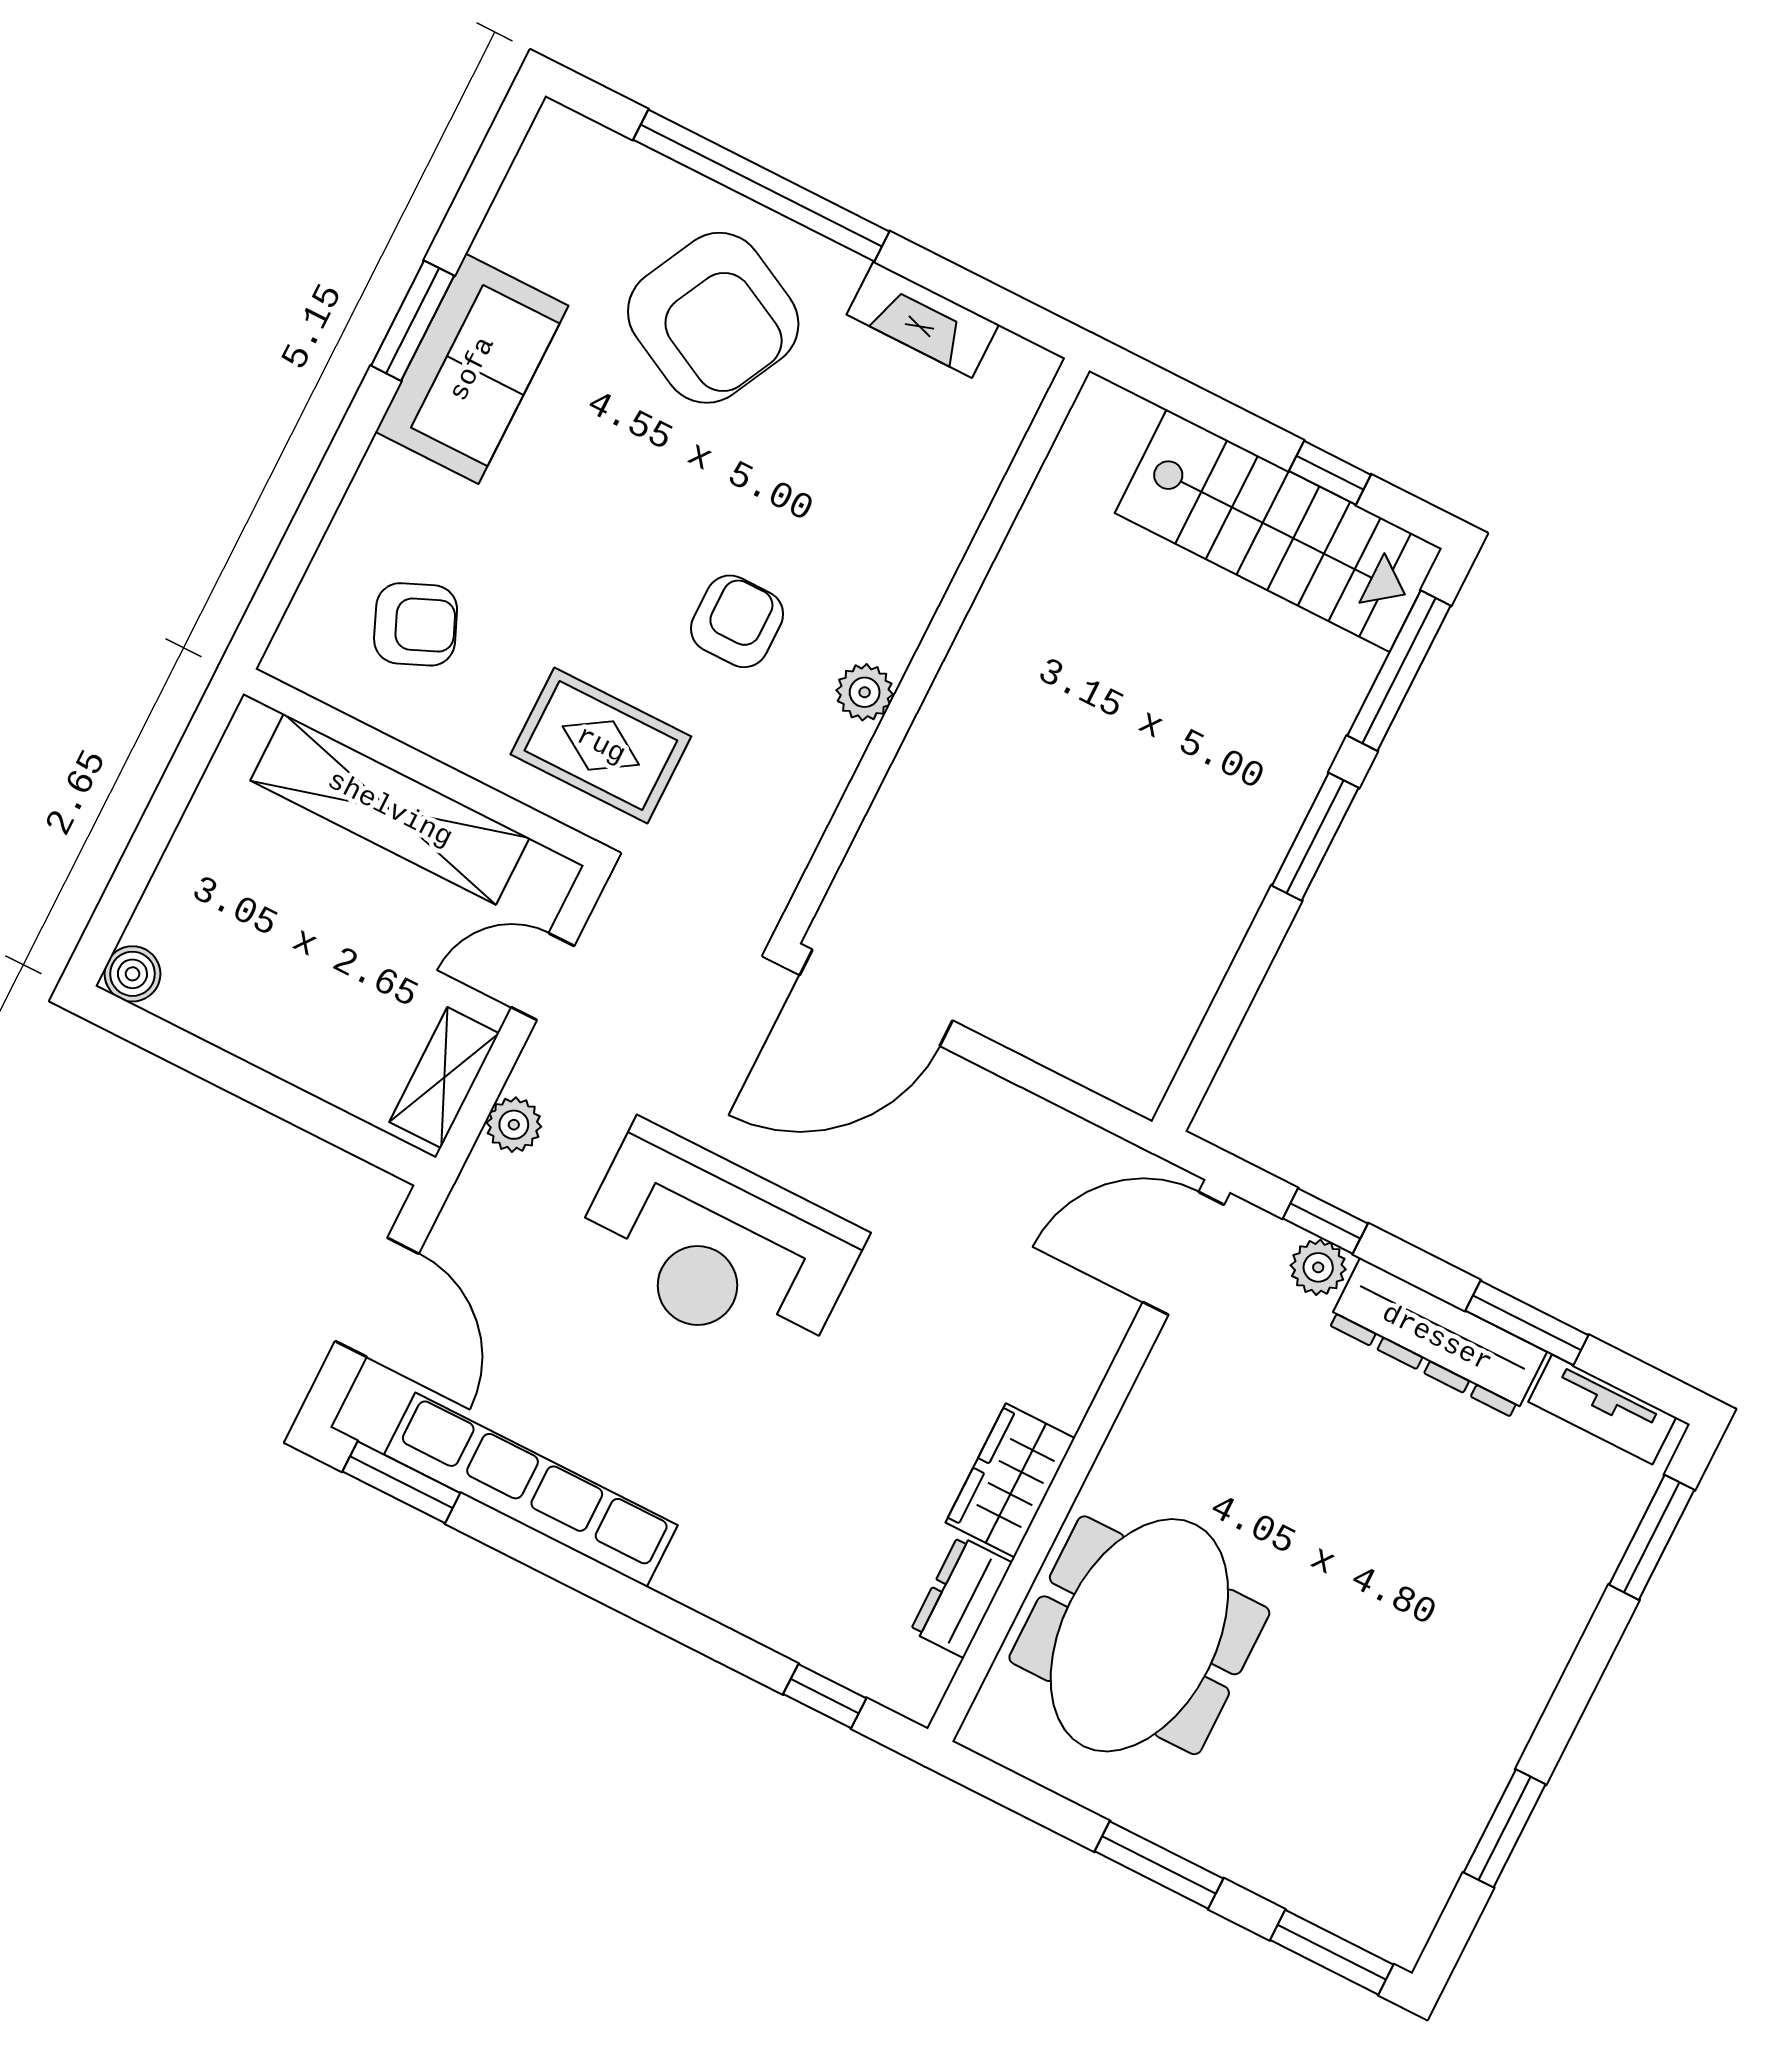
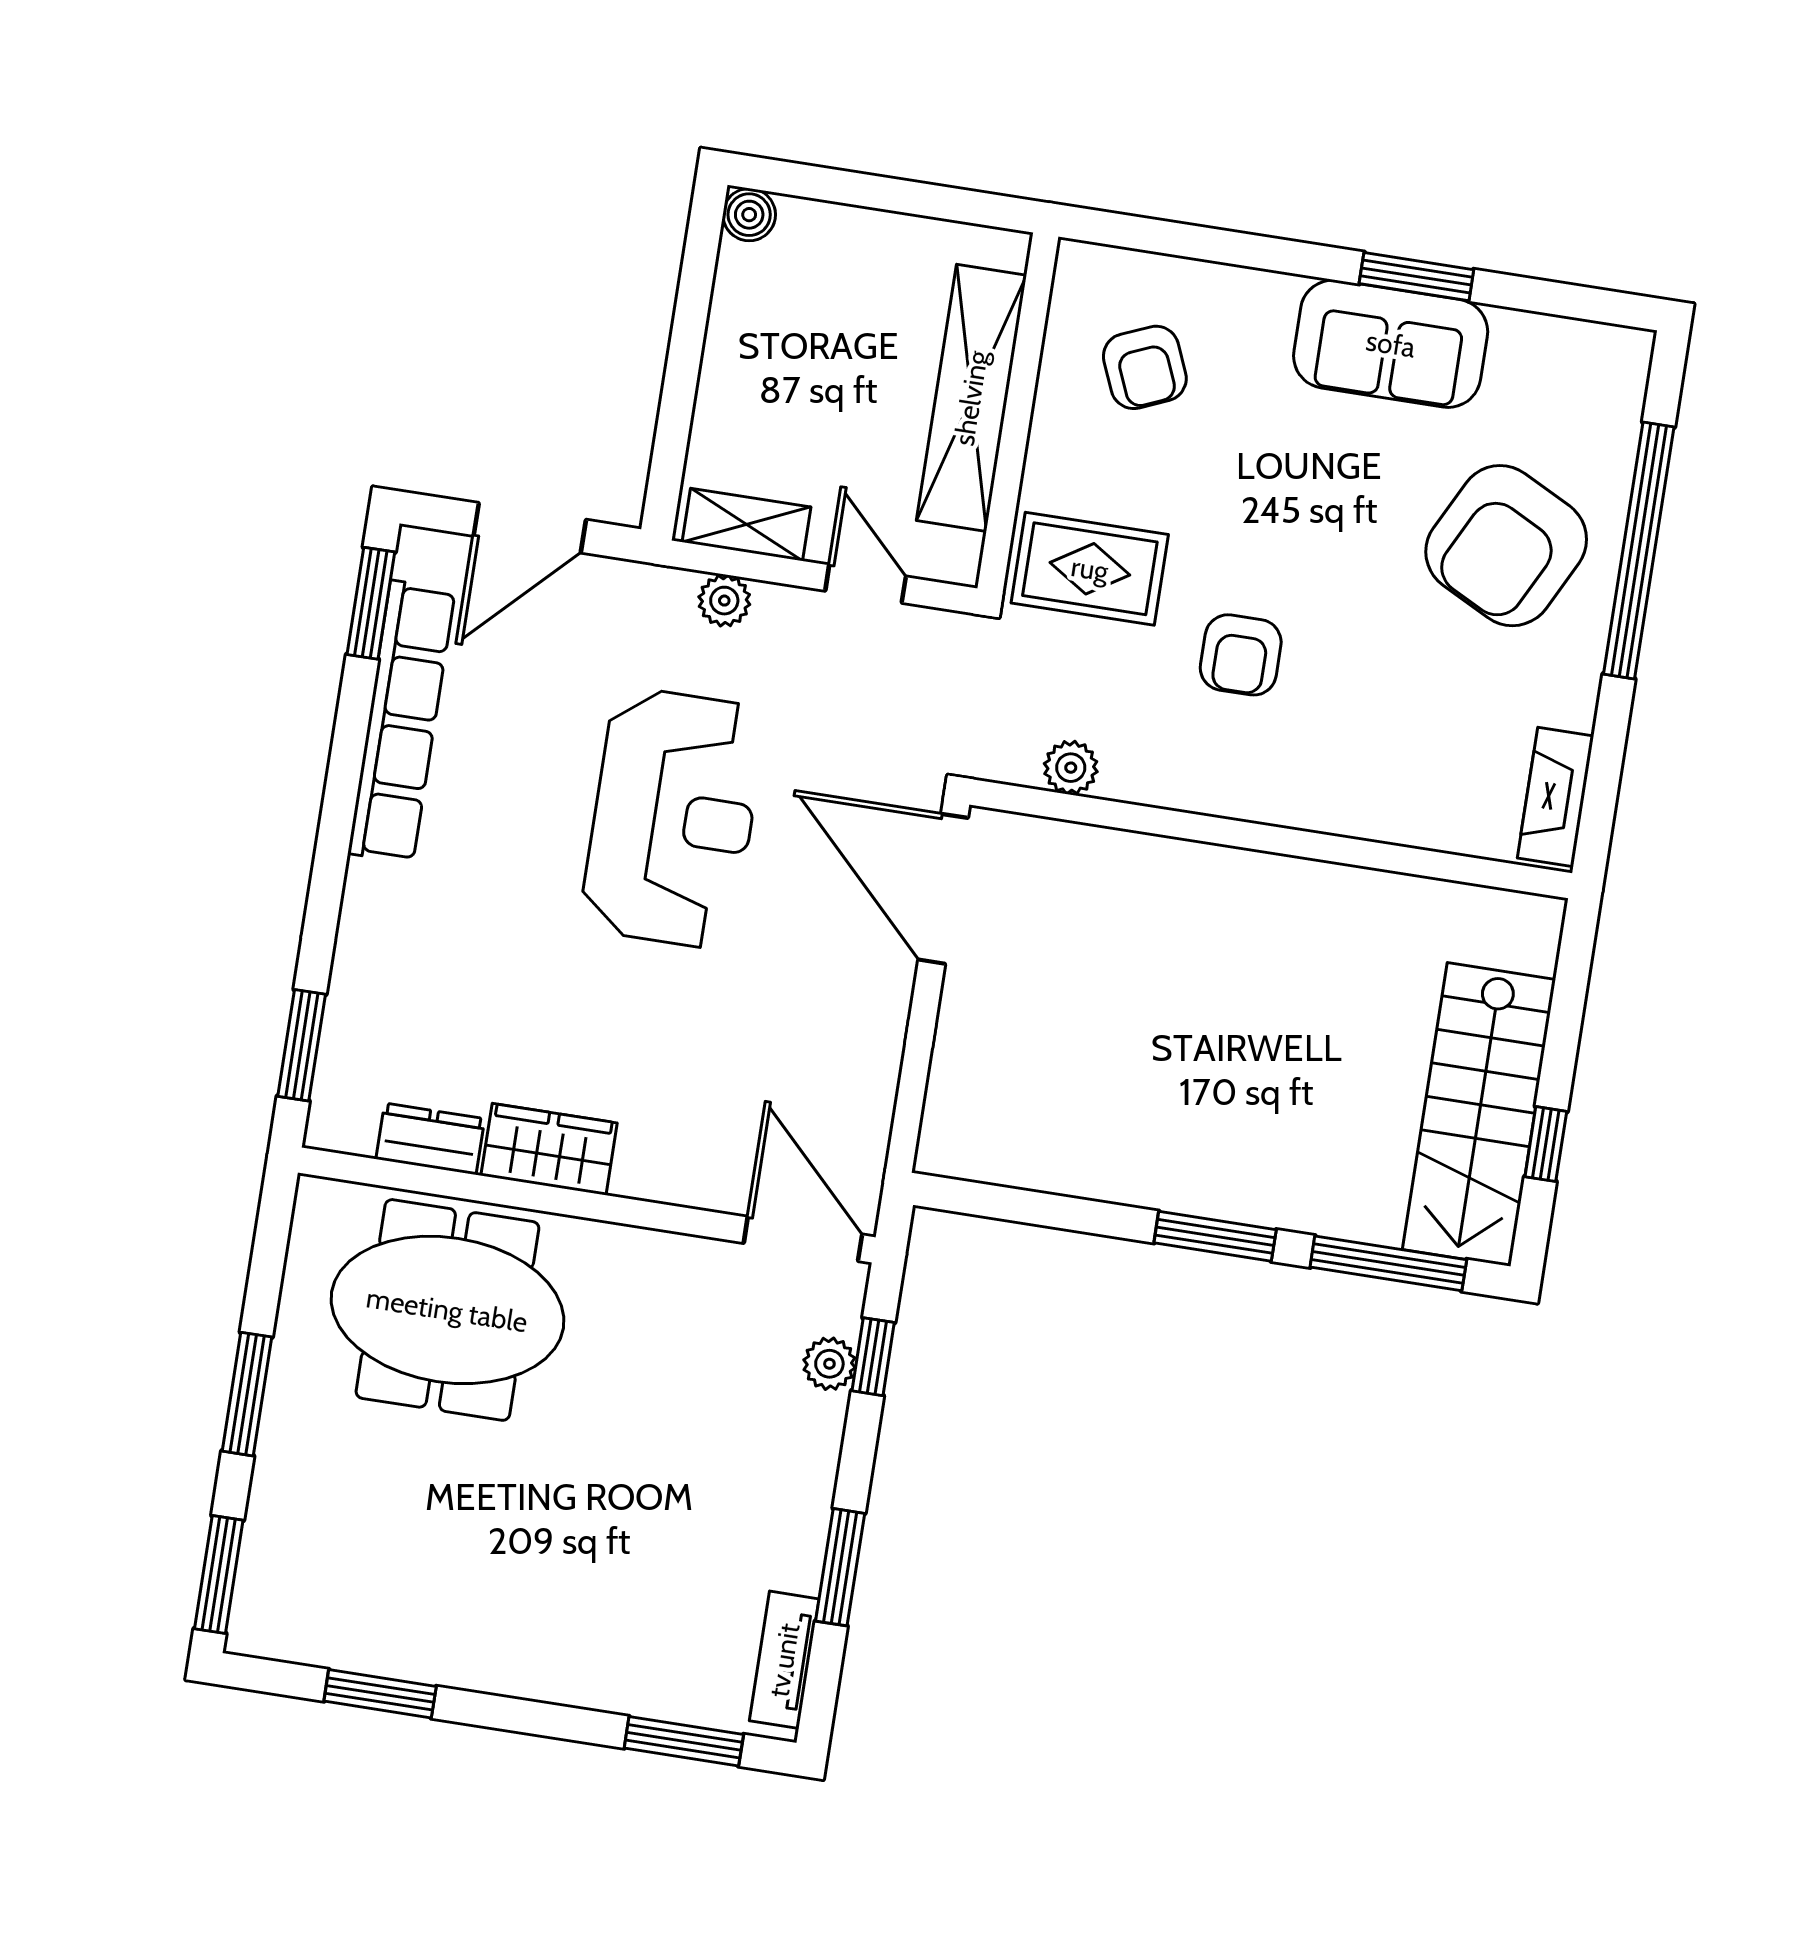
fireplace: (923, 320) -> (1556, 797), moved
armchair: (737, 621) -> (1241, 655), turned 90
plant: (865, 692) -> (1071, 768), moved
rug: (601, 745) -> (1090, 569), turned 90
reception desk: (717, 1247) -> (673, 818), turned 180
dresser: (1437, 1338) -> (800, 1491), removed
window: (825, 1696) -> (302, 1045), width x1.50

